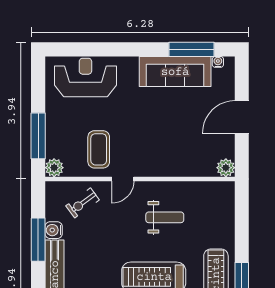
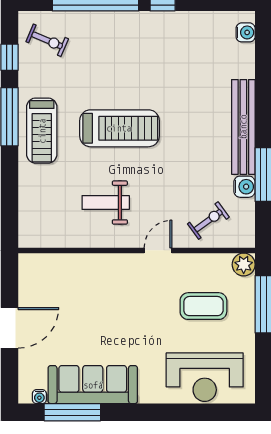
coffee table: (99, 149) -> (203, 306), moved, turned 90
plant: (226, 168) -> (30, 264), removed

